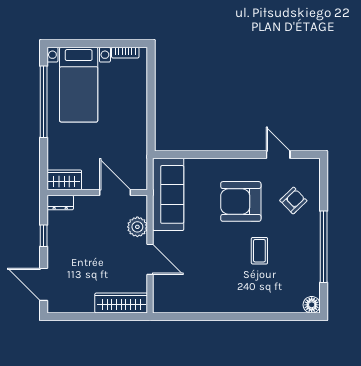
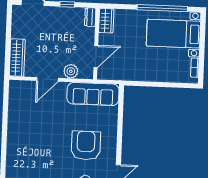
coffee table: (259, 251) -> (50, 157), removed

